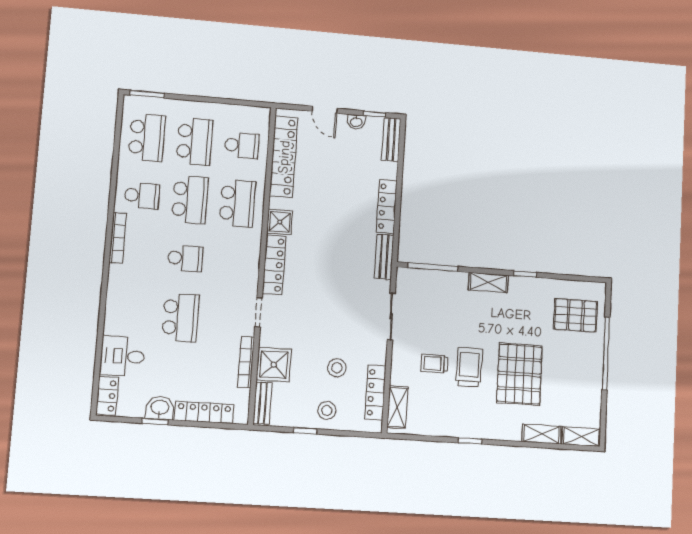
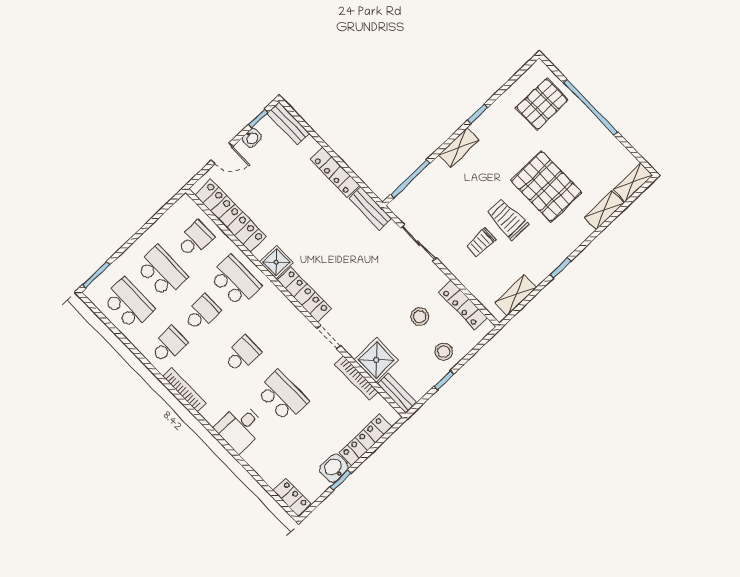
school desk: (190, 199) -> (202, 313), width x0.54
desk: (122, 356) -> (240, 427), moved
shelving: (397, 407) -> (516, 295), moved, turned 90

